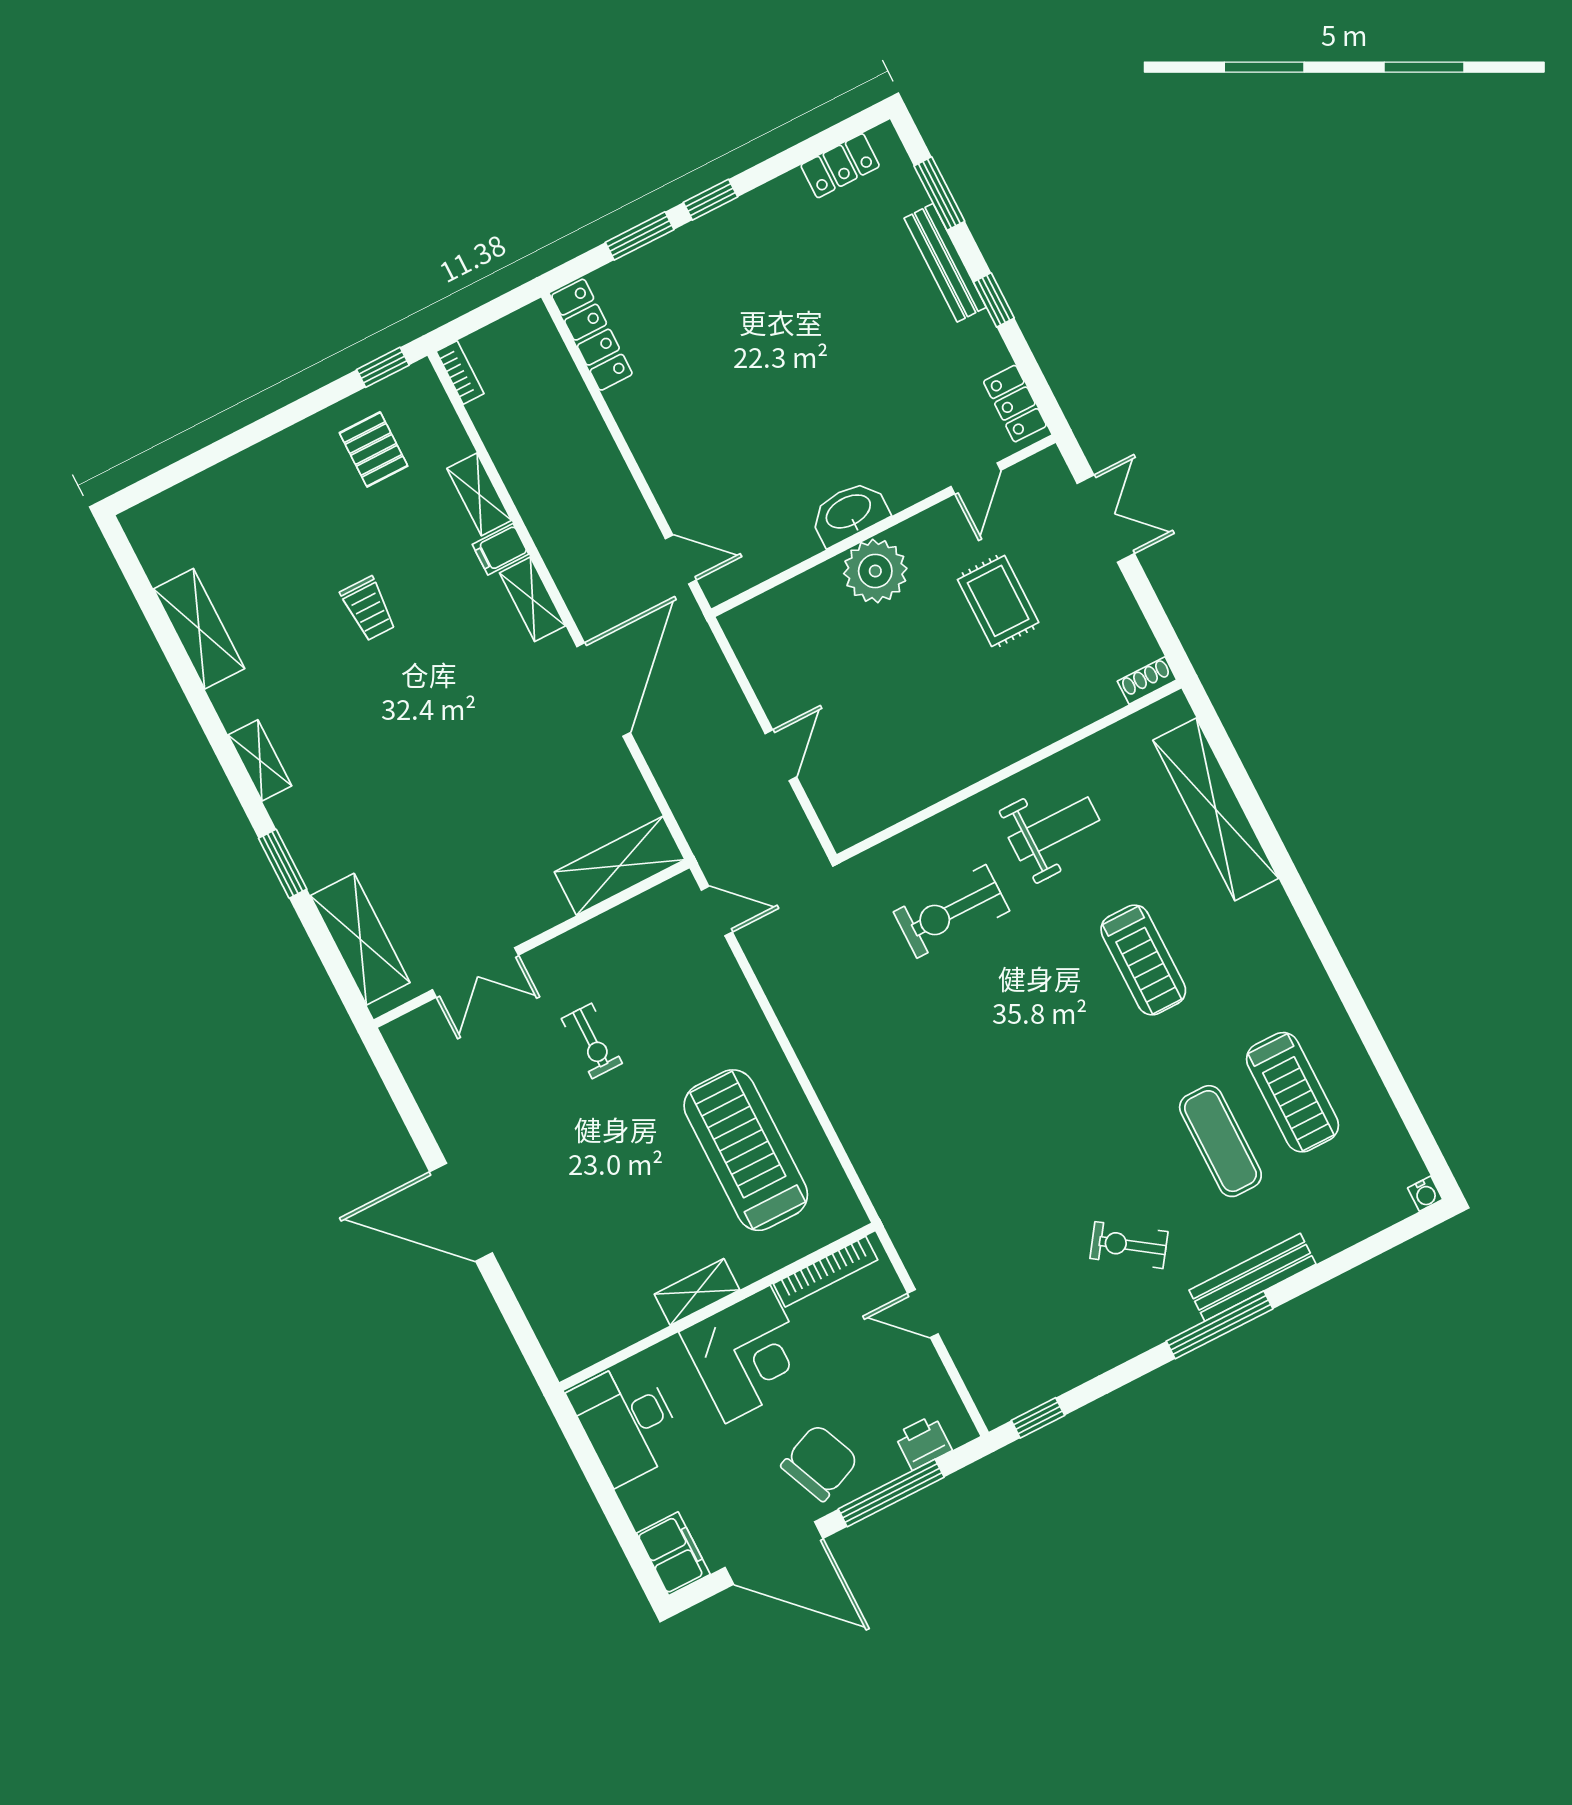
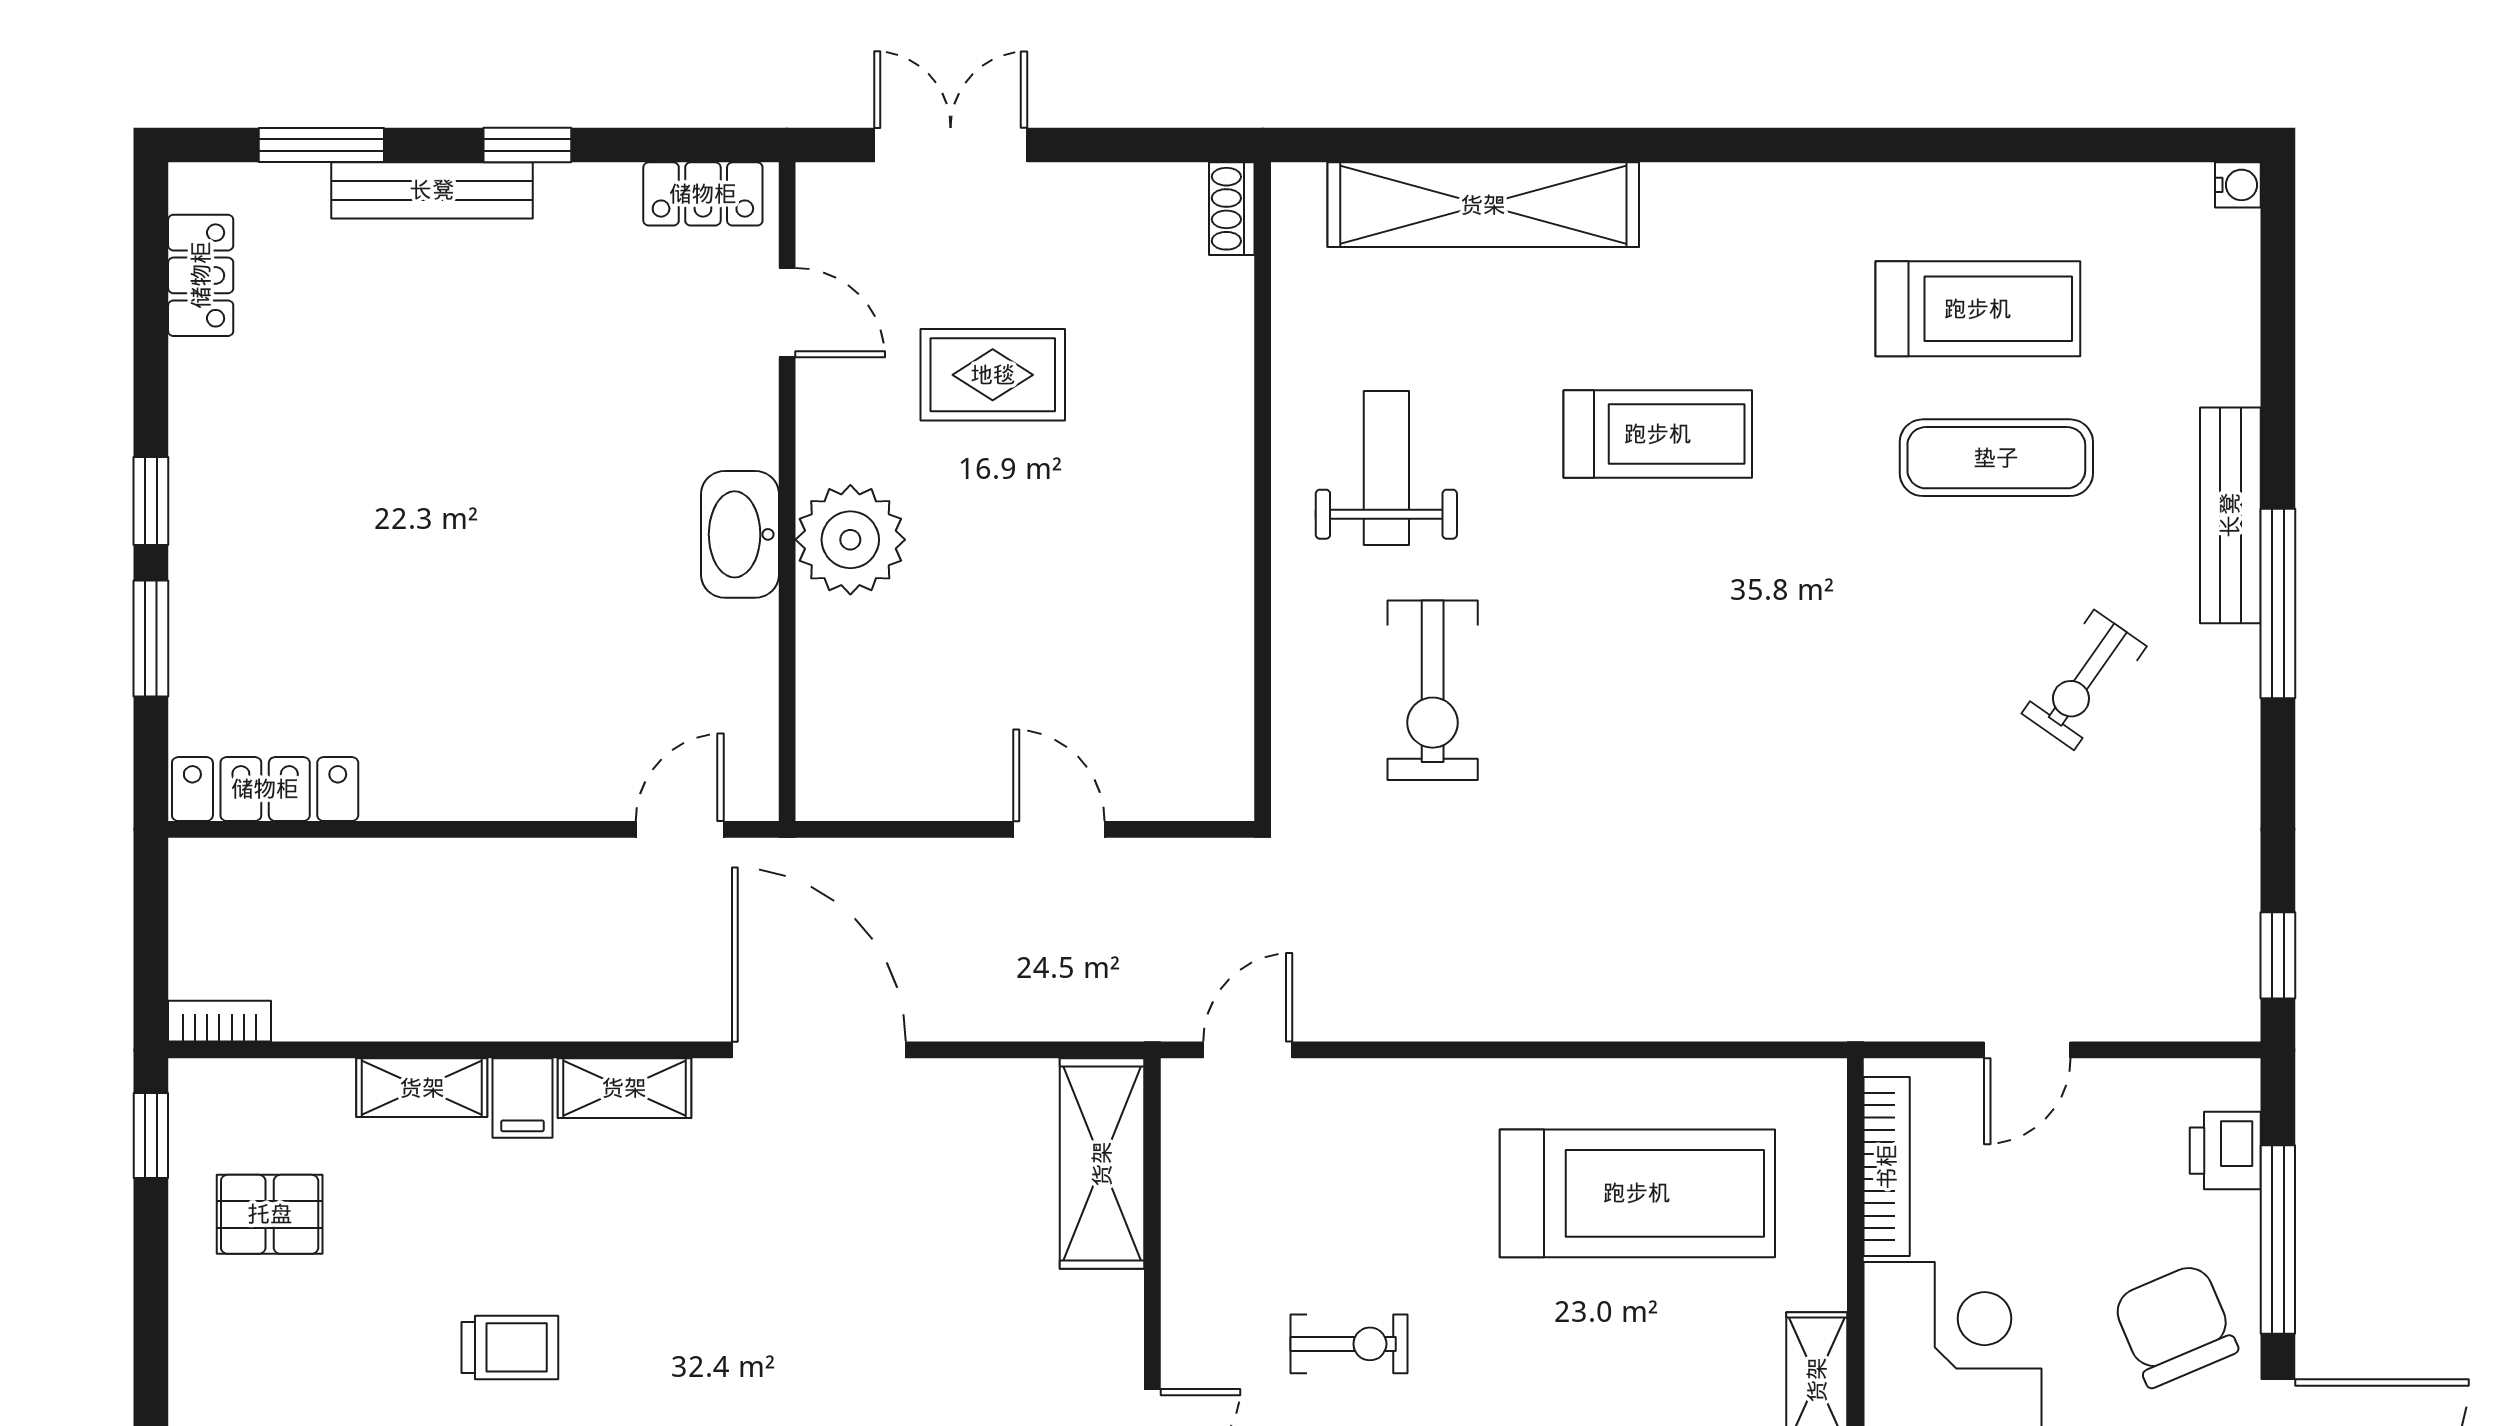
treadmill: (746, 1150) -> (1637, 1193), turned 180

